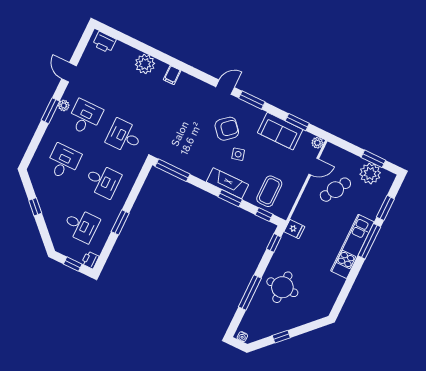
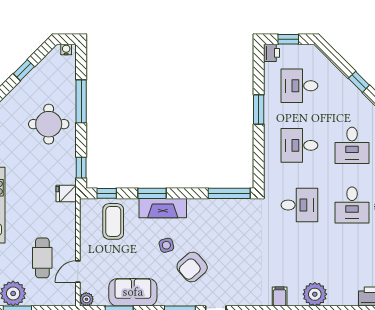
cafe table: (335, 190) -> (42, 258), turned -31

